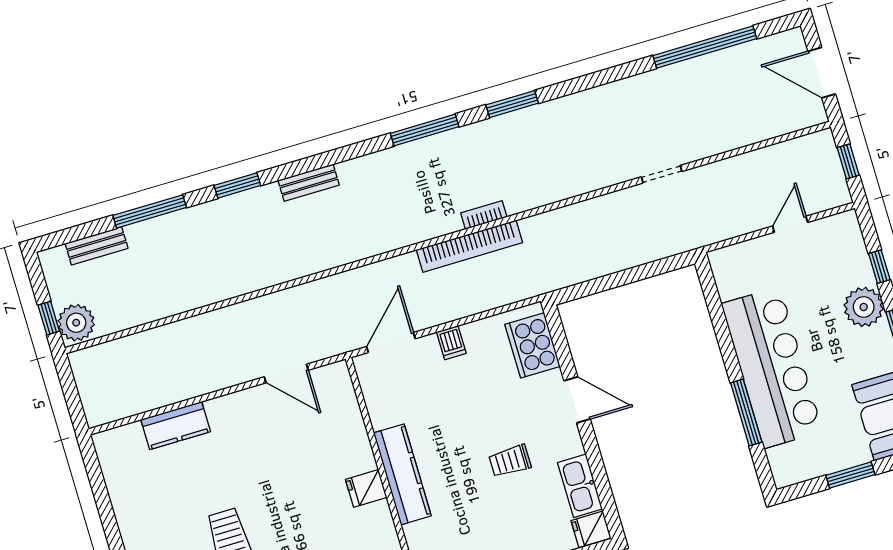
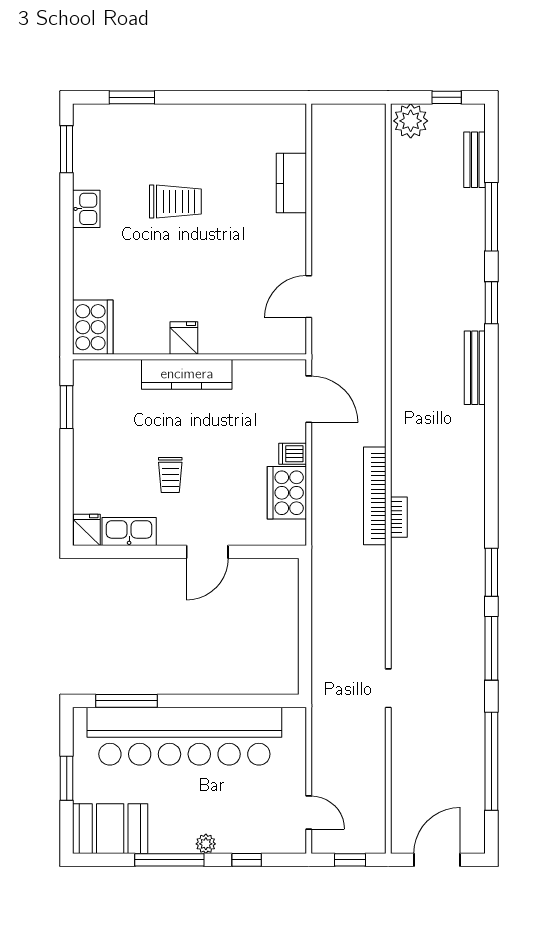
window: (425, 130) -> (491, 648), moved
bench: (309, 183) -> (475, 368), width x1.36
door: (790, 224) -> (309, 813), moved
plant: (864, 307) -> (206, 844), width x0.53, depth x0.53
window: (49, 318) -> (447, 97), moved
cooker: (532, 345) -> (287, 493), moved, turned -90
bar counter: (772, 368) -> (184, 736), width x1.36
window: (746, 413) -> (126, 701), moved
trolley: (510, 461) -> (170, 475), turned 180

